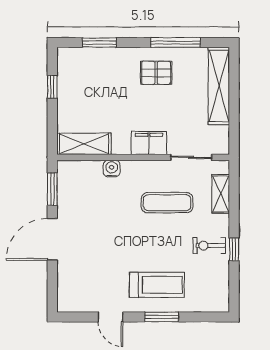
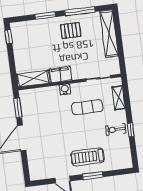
window: (99, 43) -> (45, 16), moved
window: (52, 87) -> (9, 37), moved
filing cabinet: (149, 143) -> (61, 74), moved
water cooler: (112, 169) -> (65, 89), moved
treadmill: (157, 285) -> (88, 157), turned 180

